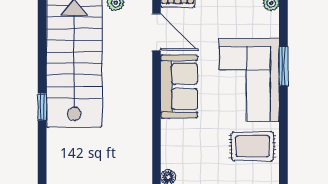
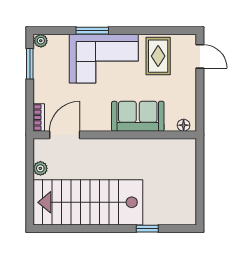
sofa: (179, 86) -> (138, 116), moved
window: (42, 107) -> (147, 229), moved

